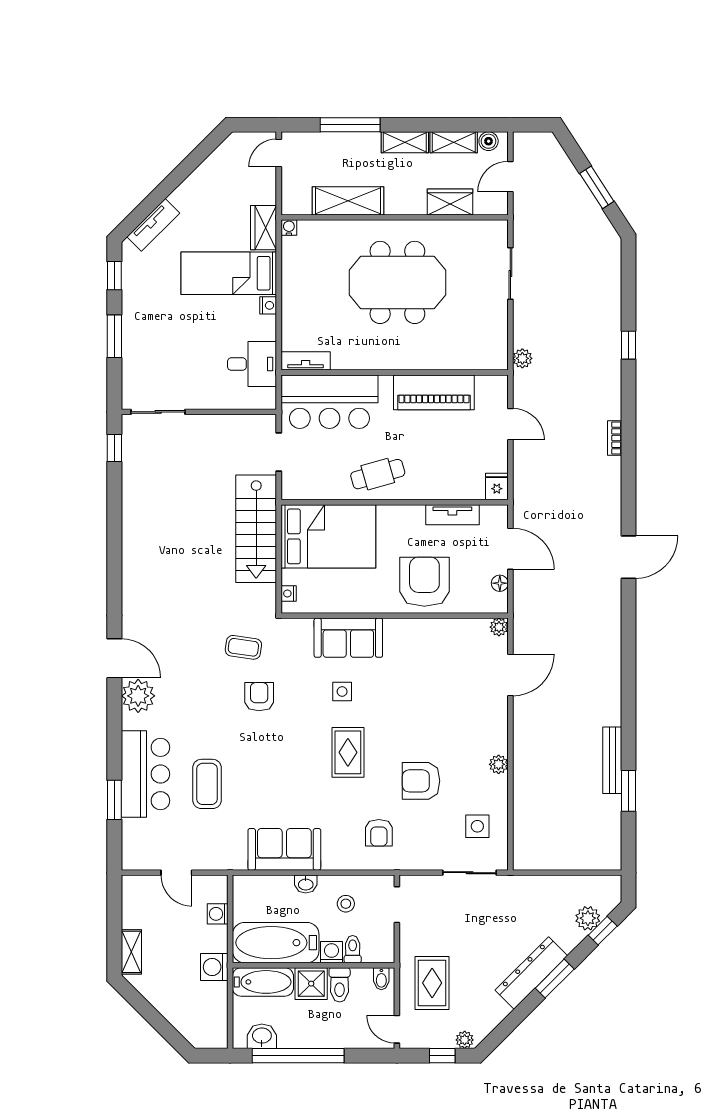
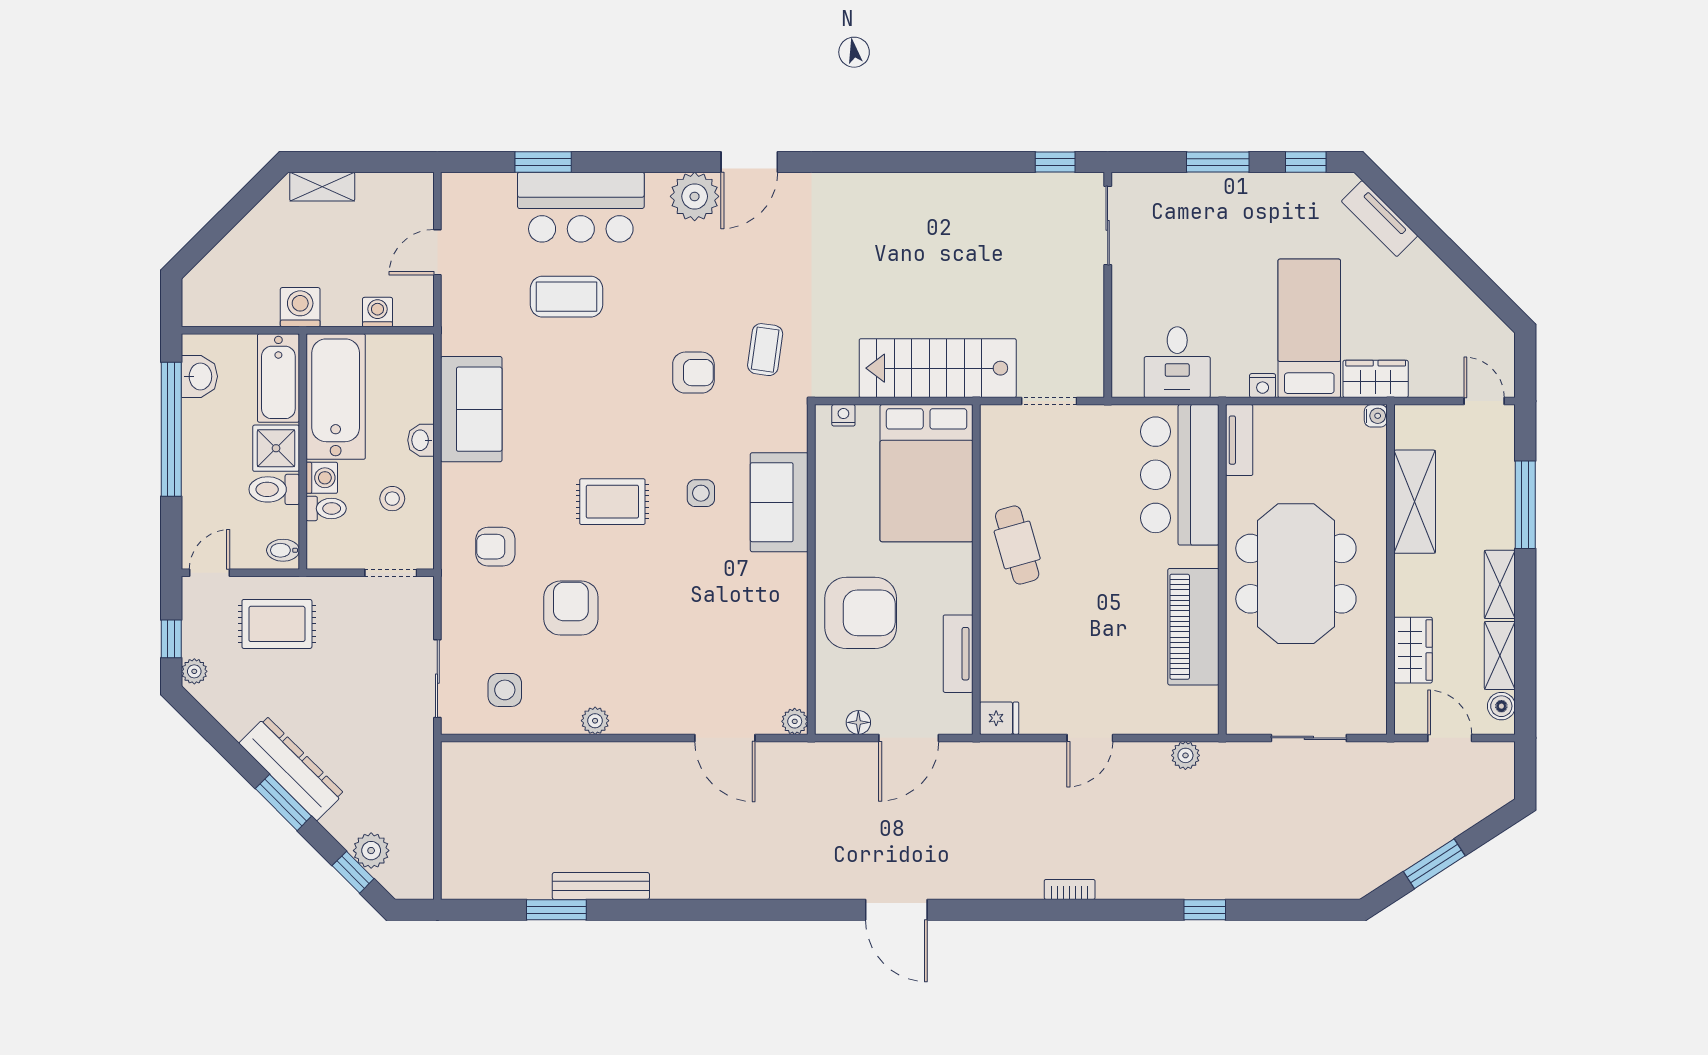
tv unit: (306, 361) -> (1239, 440), moved
wall: (395, 373) -> (1222, 569), moved
piano: (434, 392) -> (1193, 627), moved
bar counter: (329, 402) -> (1180, 475), moved

